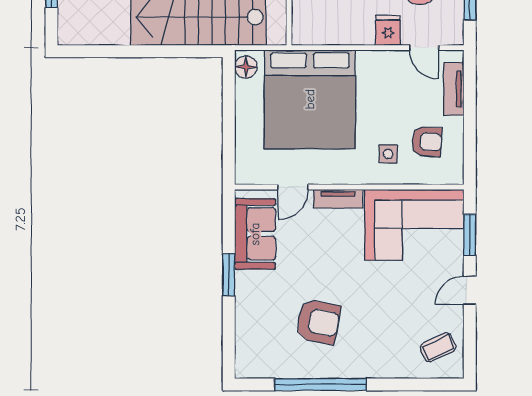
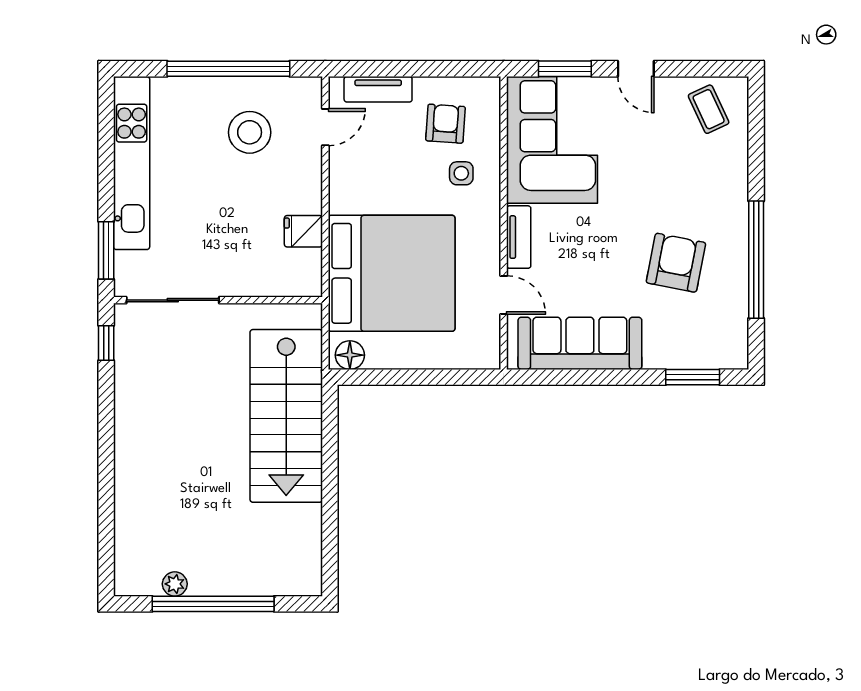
fridge: (388, 30) -> (303, 231), moved
sofa: (255, 234) -> (580, 343), width x1.36
window: (229, 275) -> (693, 377), moved

